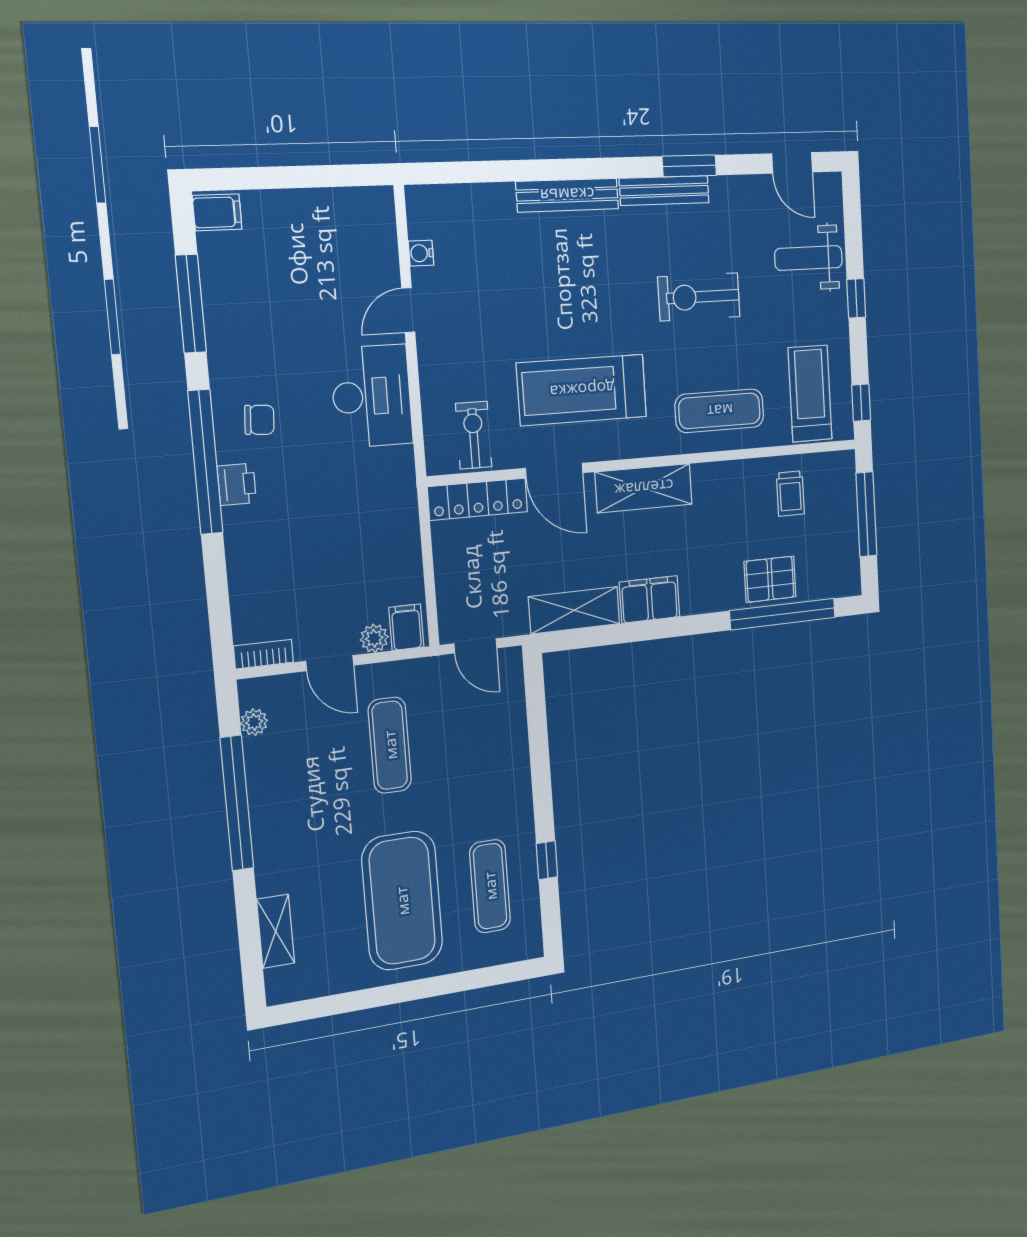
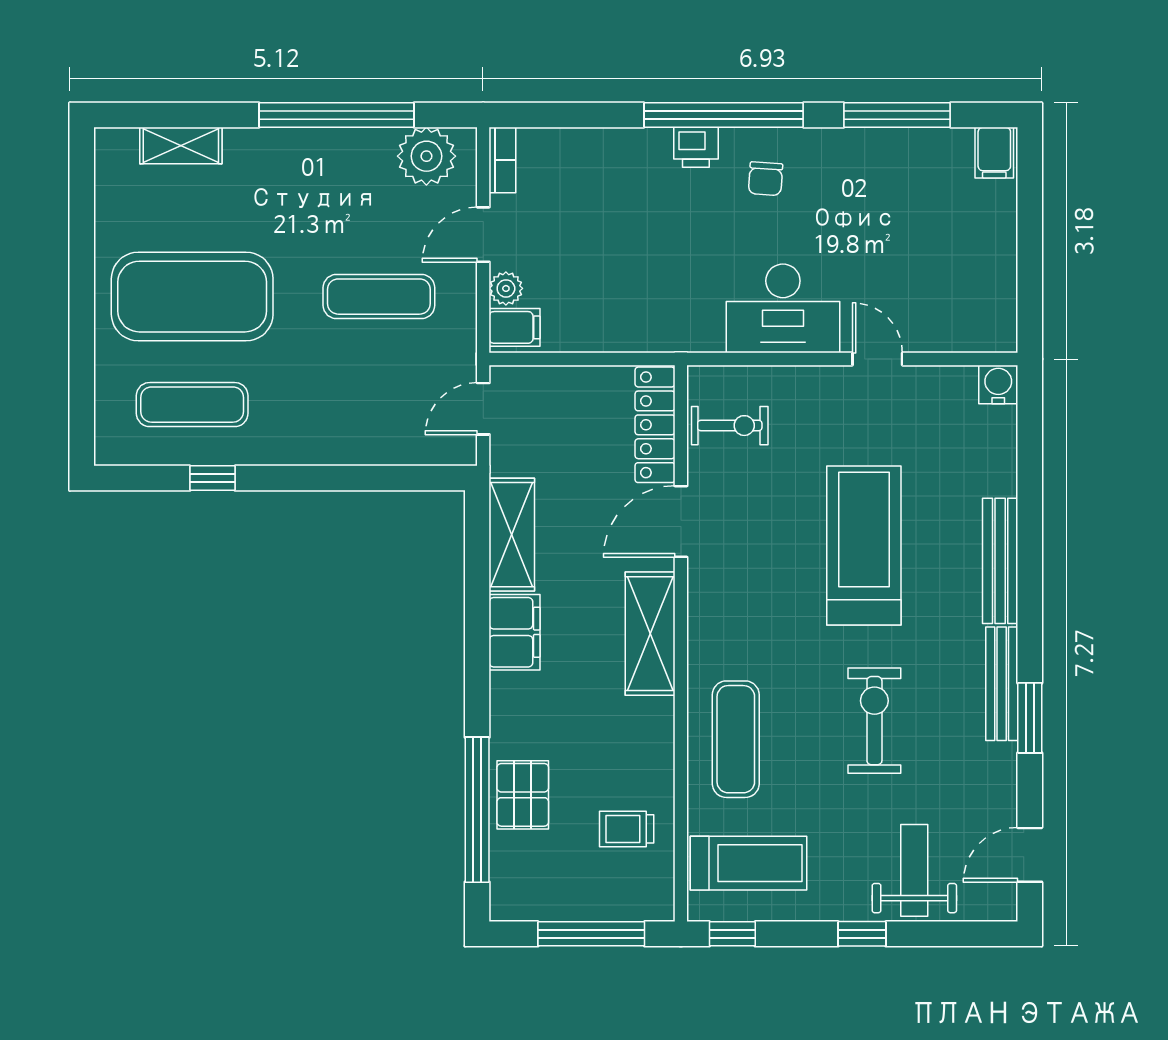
water cooler: (421, 253) -> (998, 384), moved, width x1.38, depth x1.38
treadmill: (582, 390) -> (864, 545), moved
plant: (254, 722) -> (426, 156), width x1.88, depth x1.88

